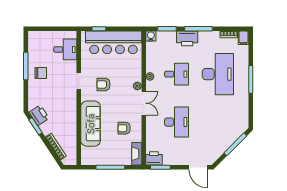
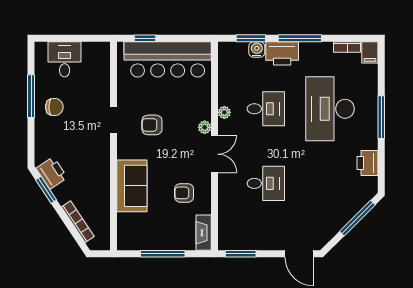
water cooler: (151, 36) -> (257, 49), moved
desk: (65, 49) -> (65, 59), moved, turned -90
desk: (218, 74) -> (330, 109), turned 180
desk: (177, 122) -> (266, 183), width x0.73
sofa: (91, 124) -> (132, 186), width x0.73
printer: (154, 158) -> (367, 163), moved, turned -90

